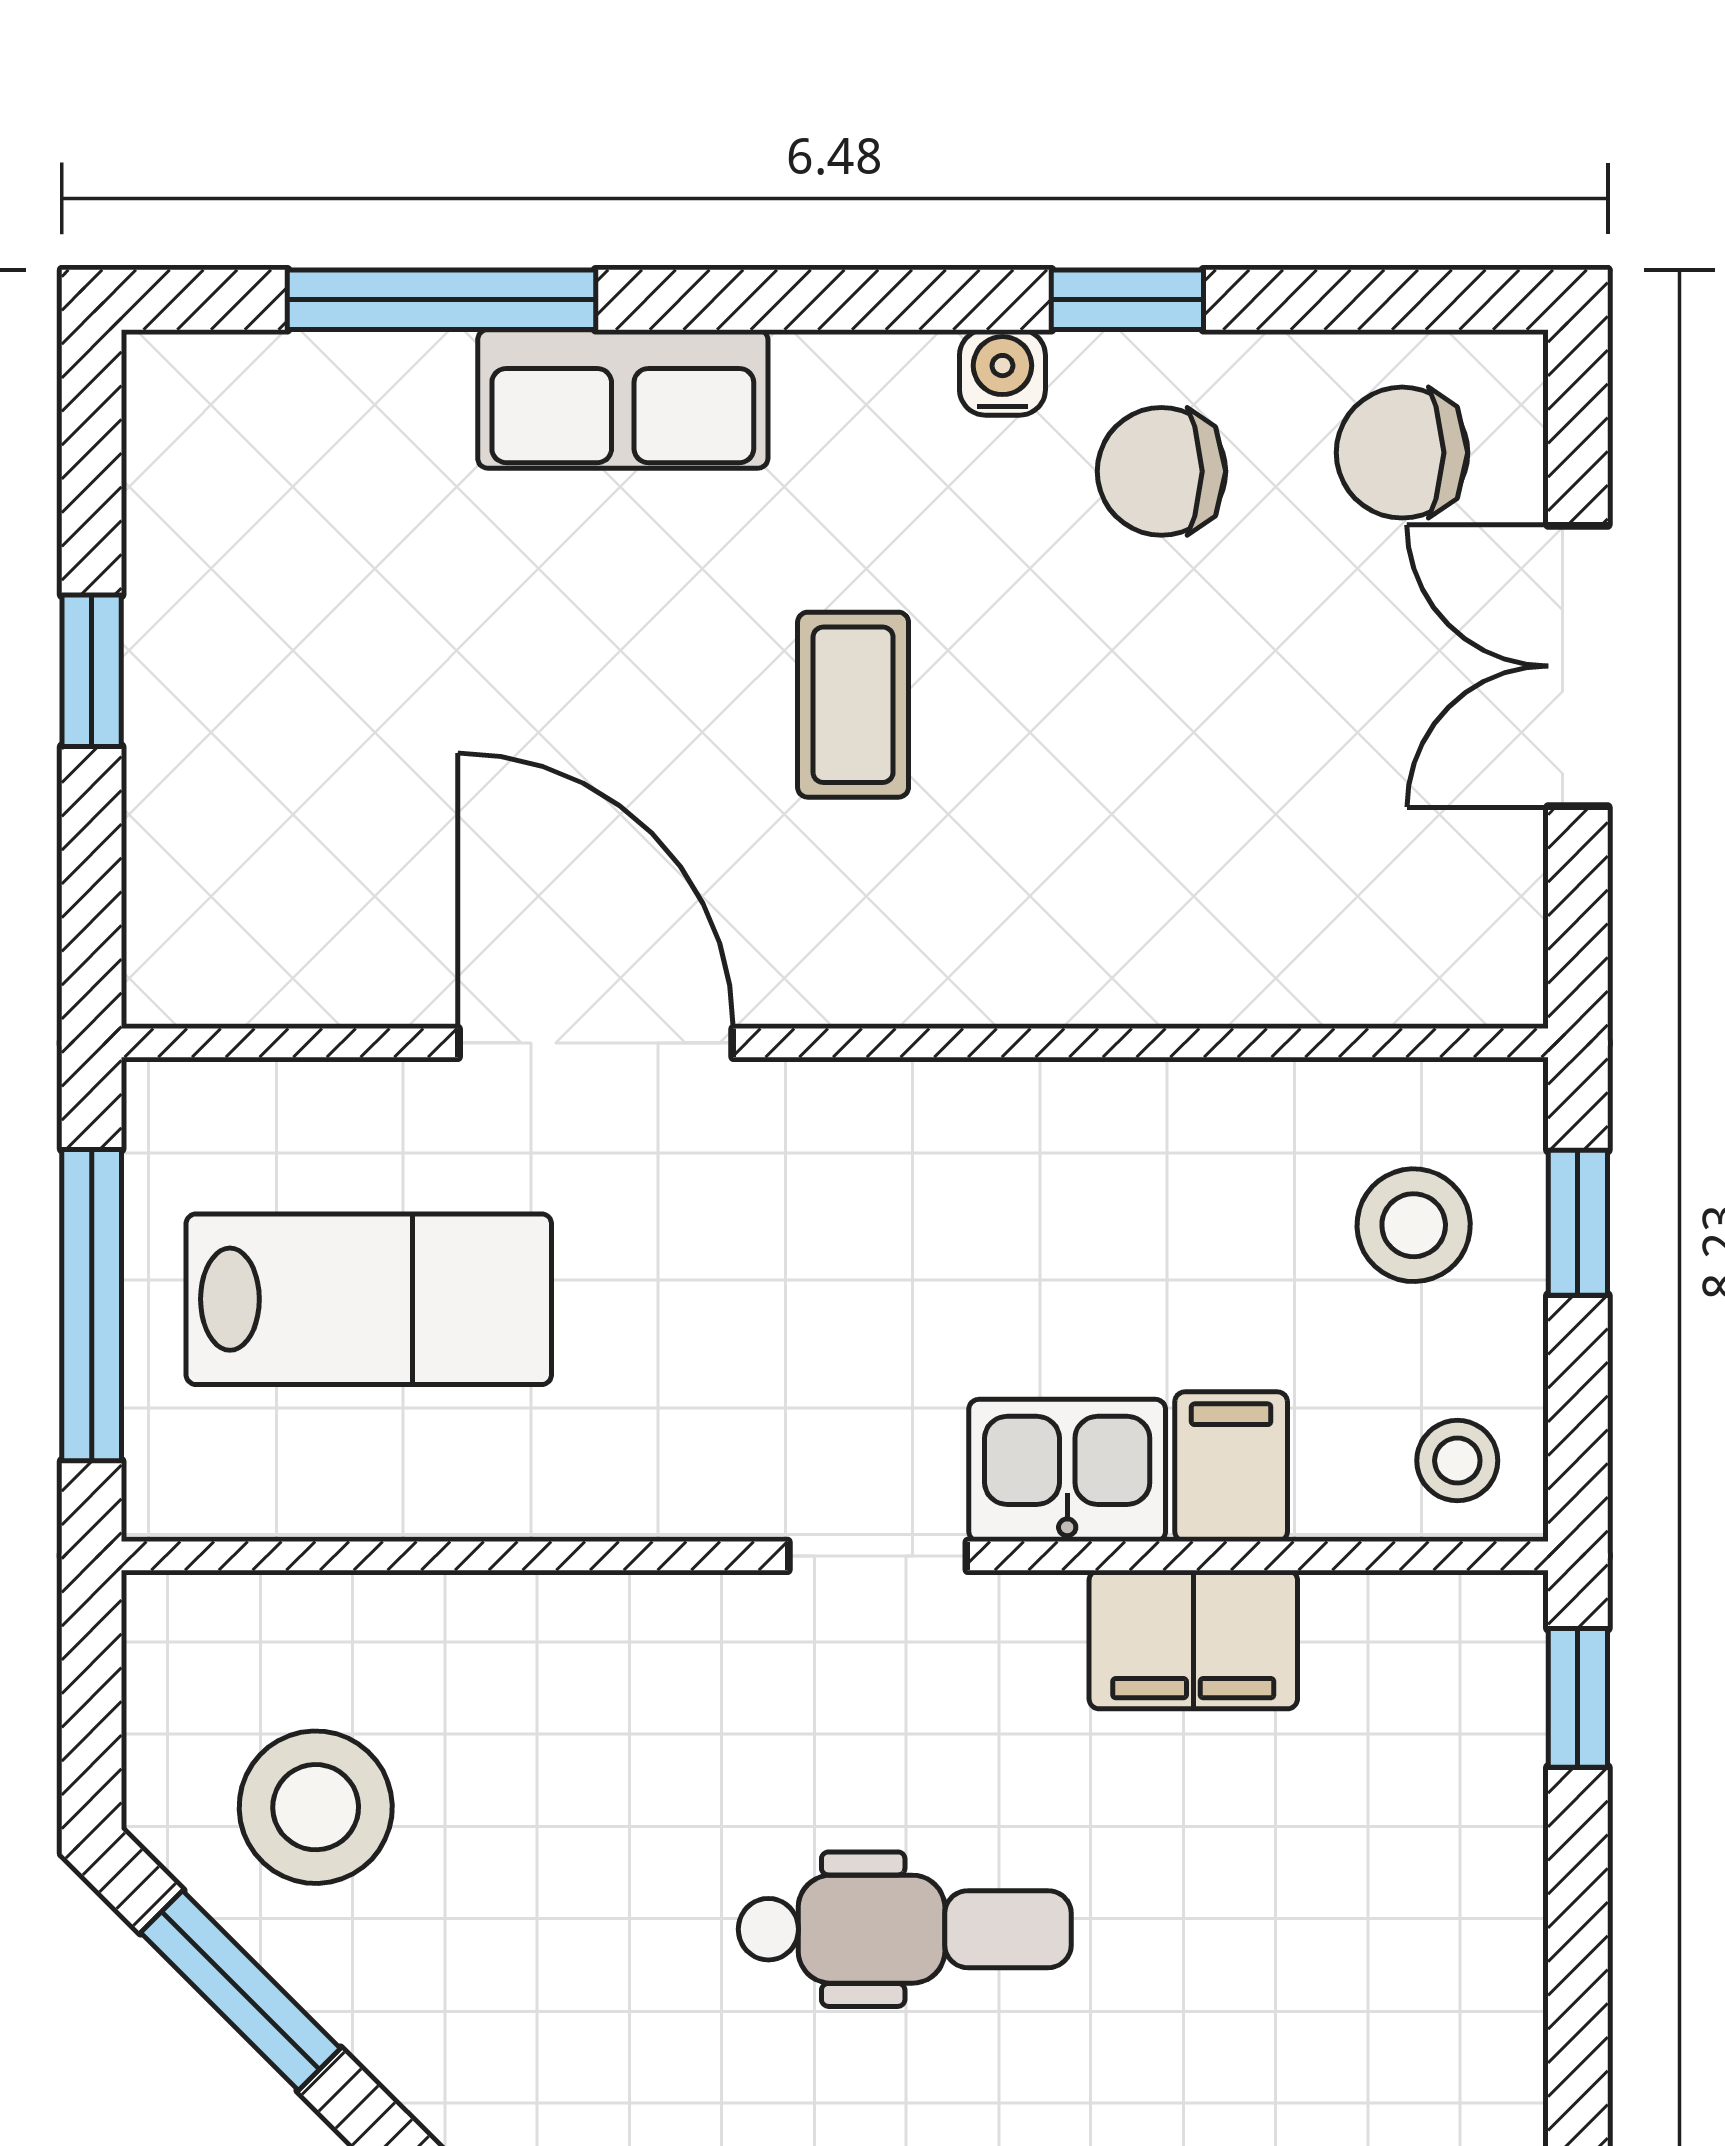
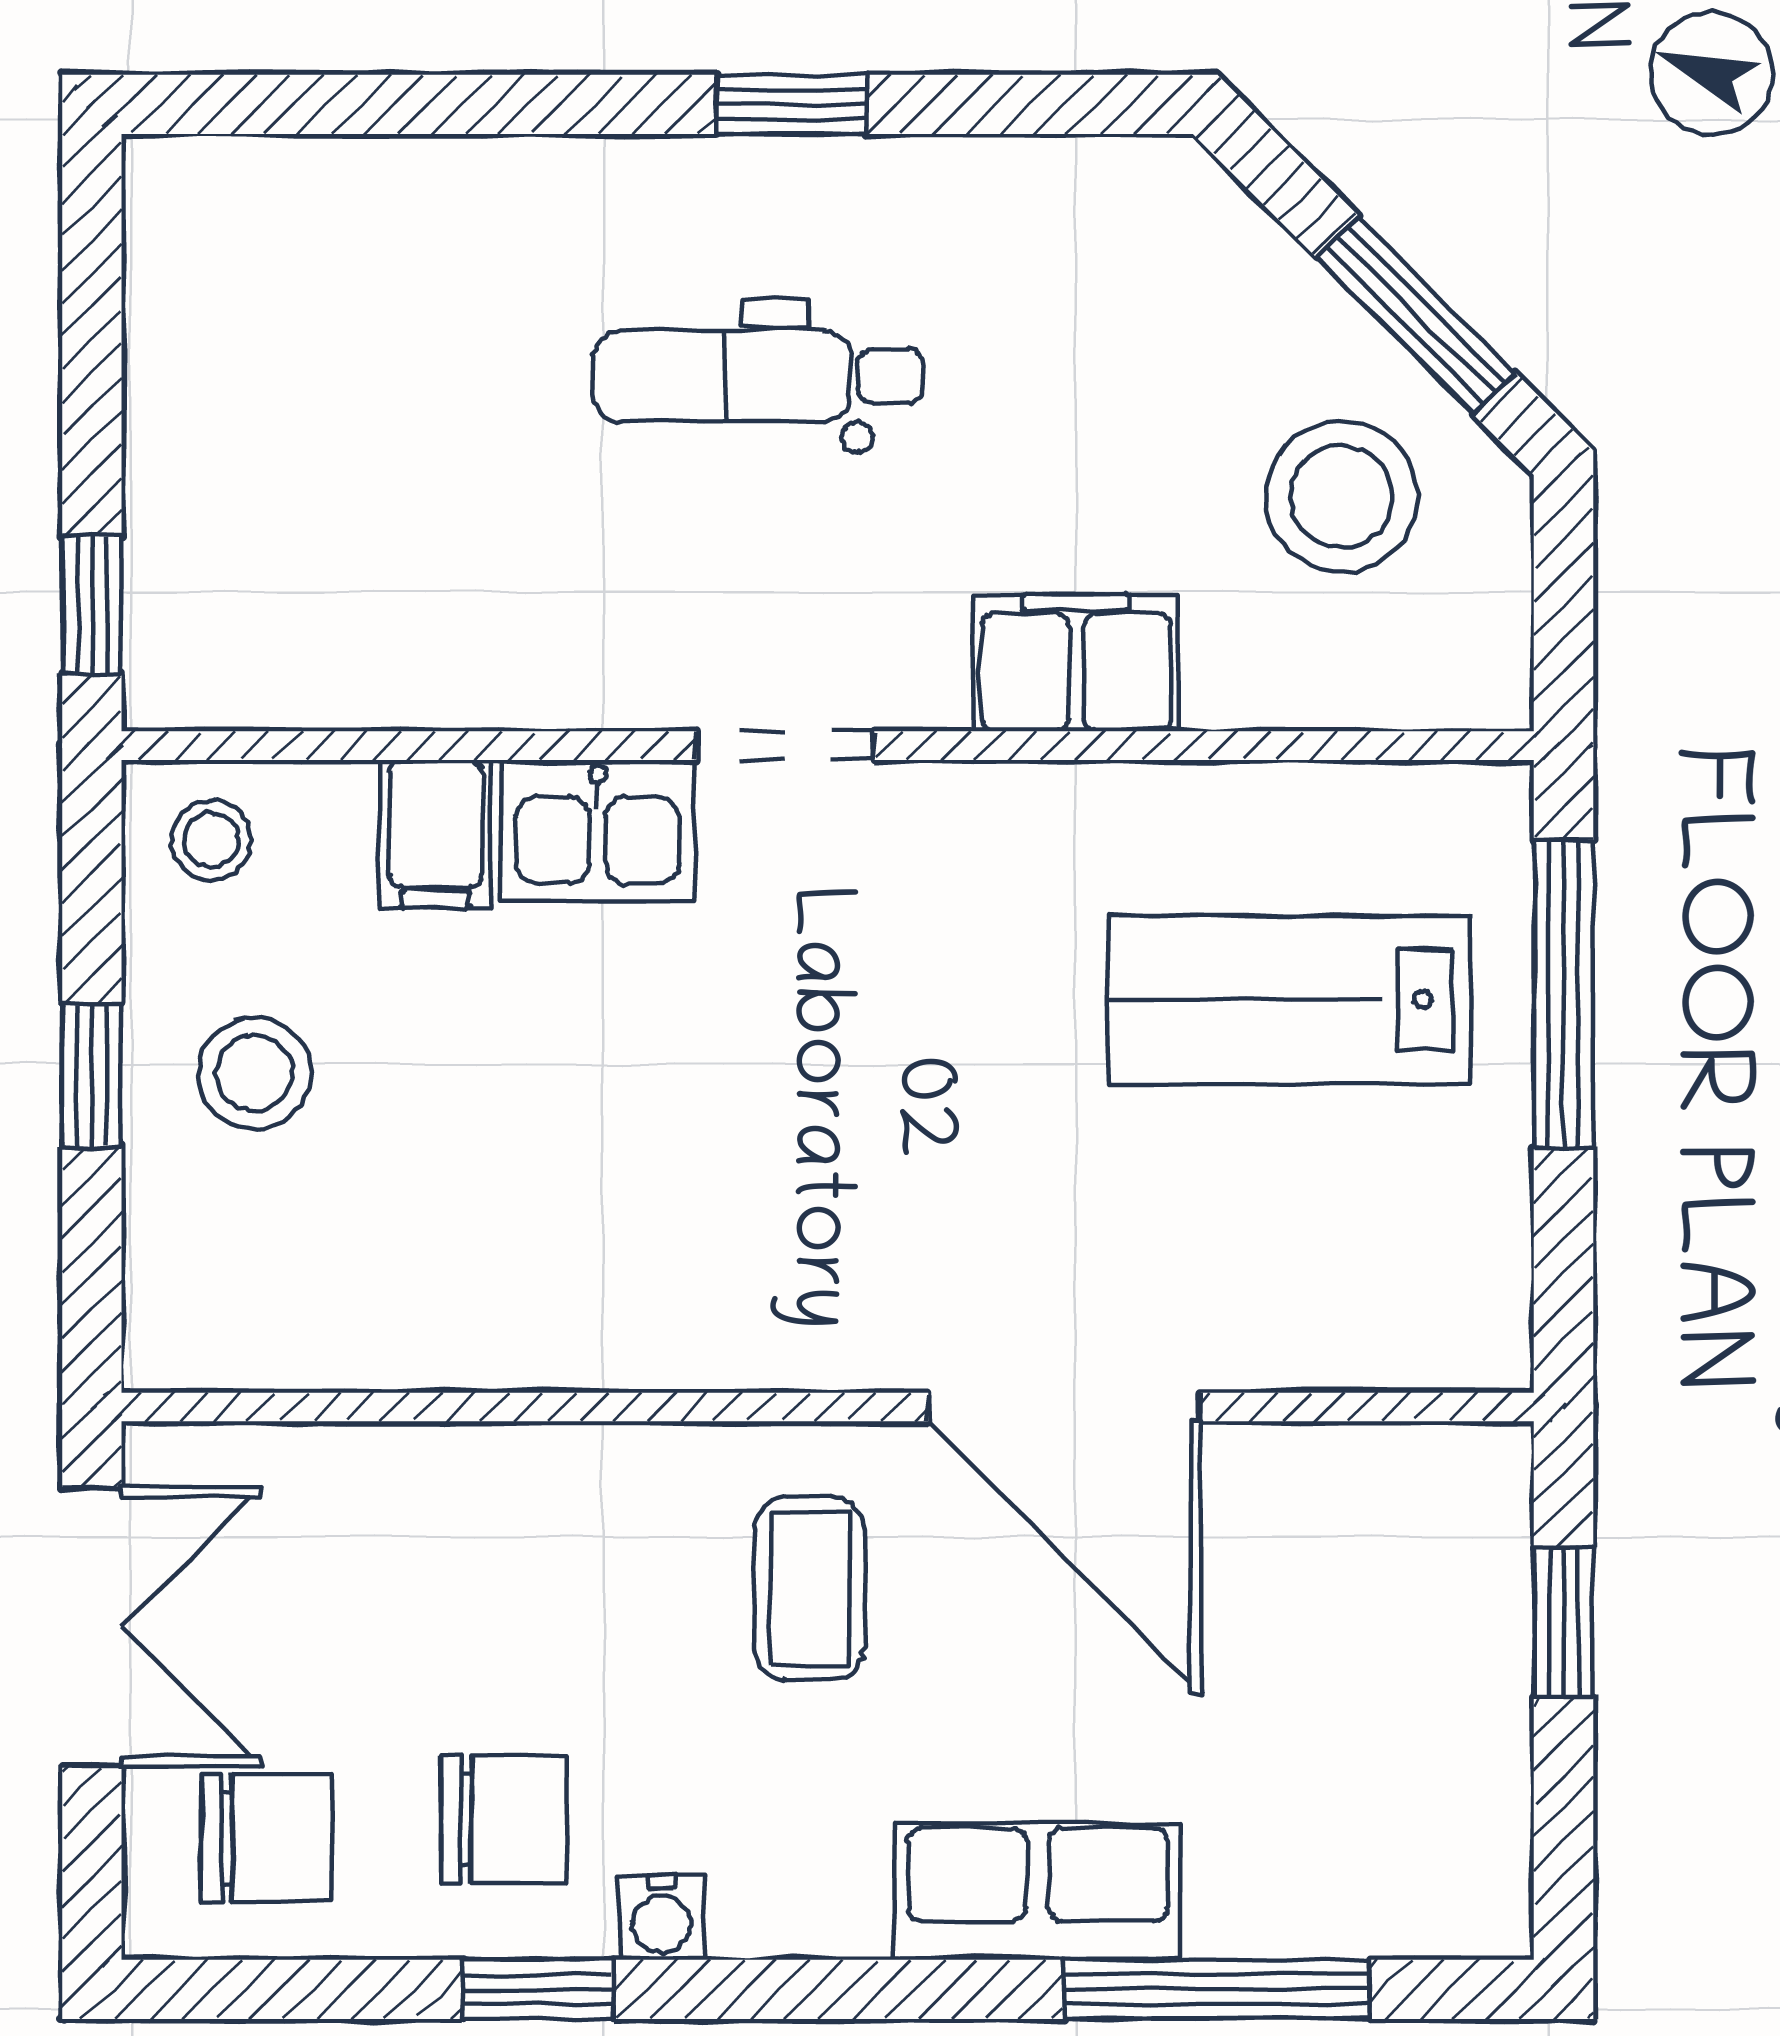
door: (596, 1043) -> (1065, 1407), moved
wall: (835, 1043) -> (828, 1407), moved
filing cabinet: (1193, 1640) -> (1076, 663), moved

